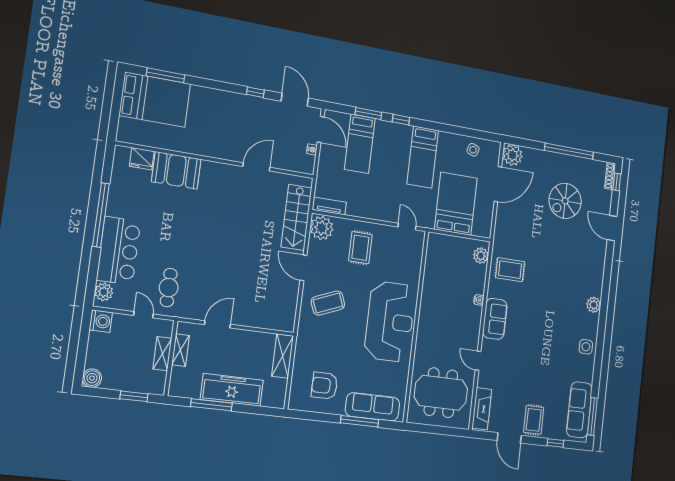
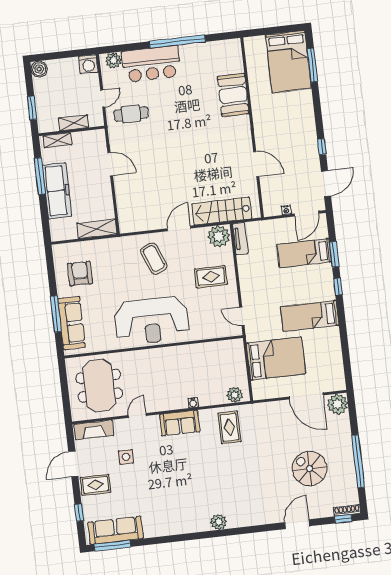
side table: (473, 150) -> (331, 363), removed
fridge: (142, 159) -> (235, 63), removed
door: (407, 227) -> (242, 316), swing flipped
side table: (586, 347) -> (126, 457), moved
shelving: (181, 350) -> (57, 140), moved

